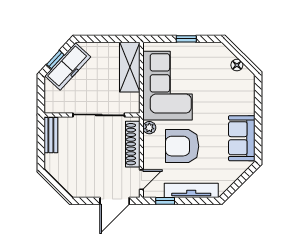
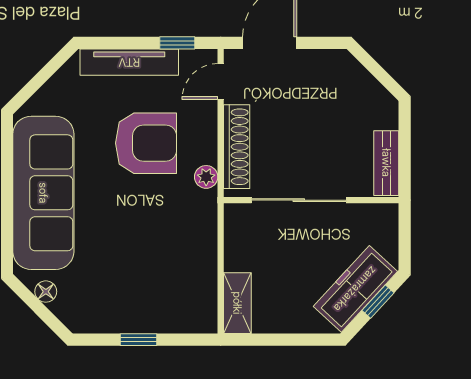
shelving: (130, 67) -> (237, 303), width x0.67, depth x0.75
corner sofa: (168, 86) -> (173, 254), removed
sofa: (242, 138) -> (43, 193), width x1.85, depth x1.27

